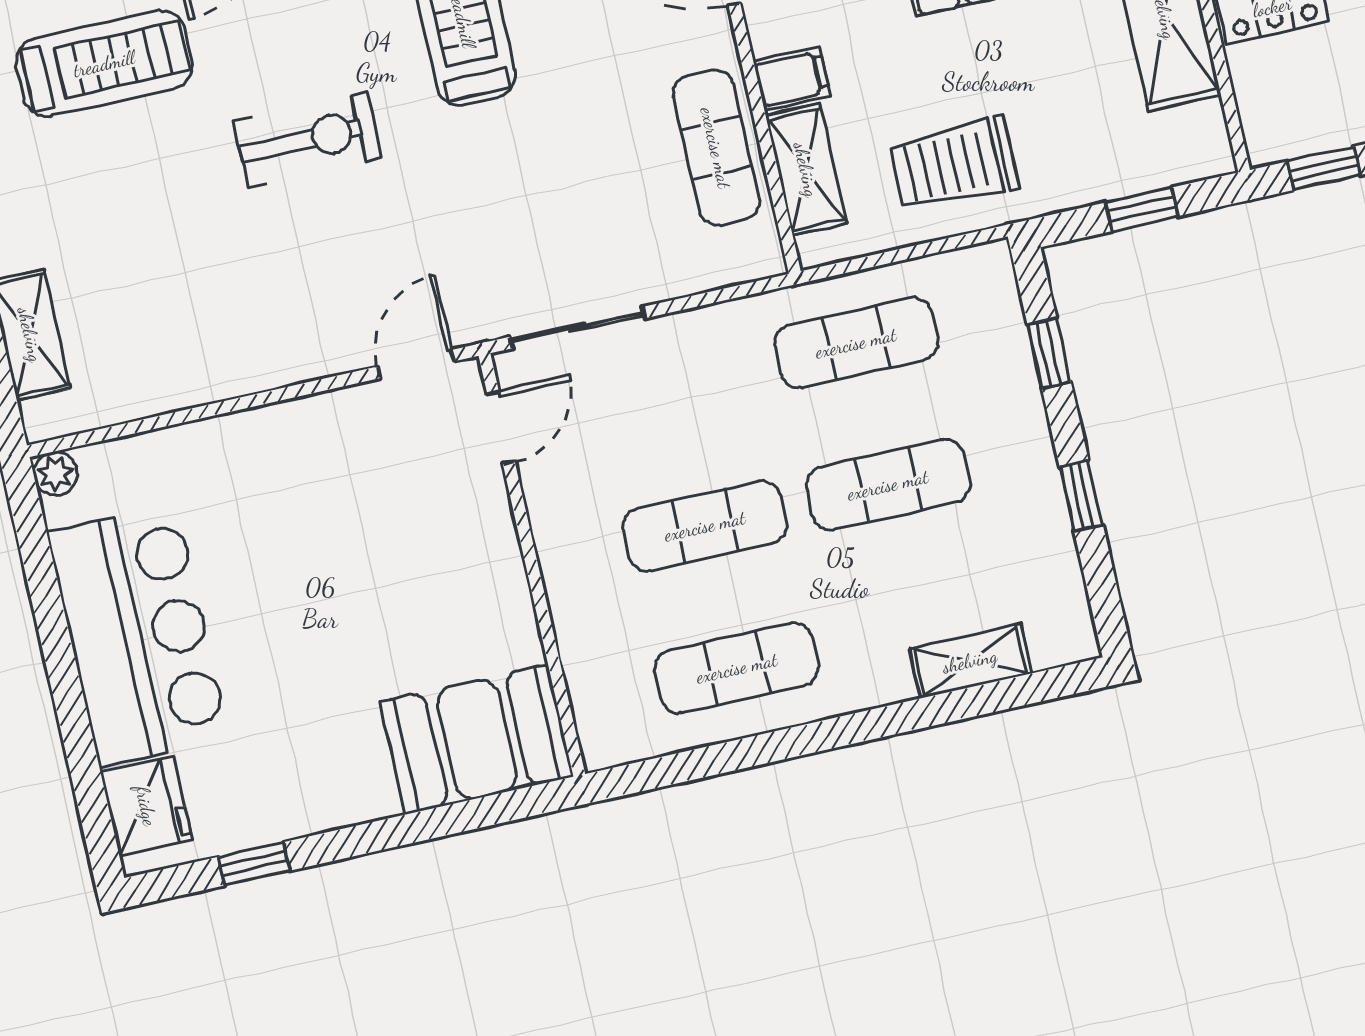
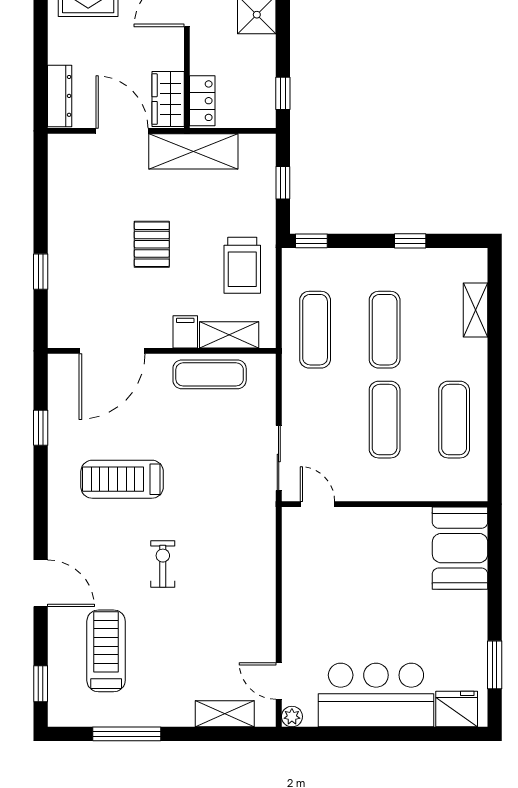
exercise bike: (308, 140) -> (163, 564), width x0.73, depth x0.72
window: (1049, 353) -> (311, 241), moved
door: (416, 364) -> (279, 681), moved
window: (254, 864) -> (495, 665), width x1.50

